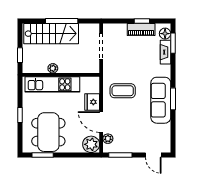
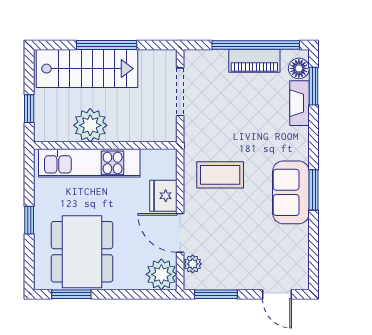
window: (142, 21) -> (256, 45), width x3.17
plant: (53, 68) -> (90, 125), width x1.88, depth x1.88
sofa: (161, 100) -> (291, 192), width x0.73

